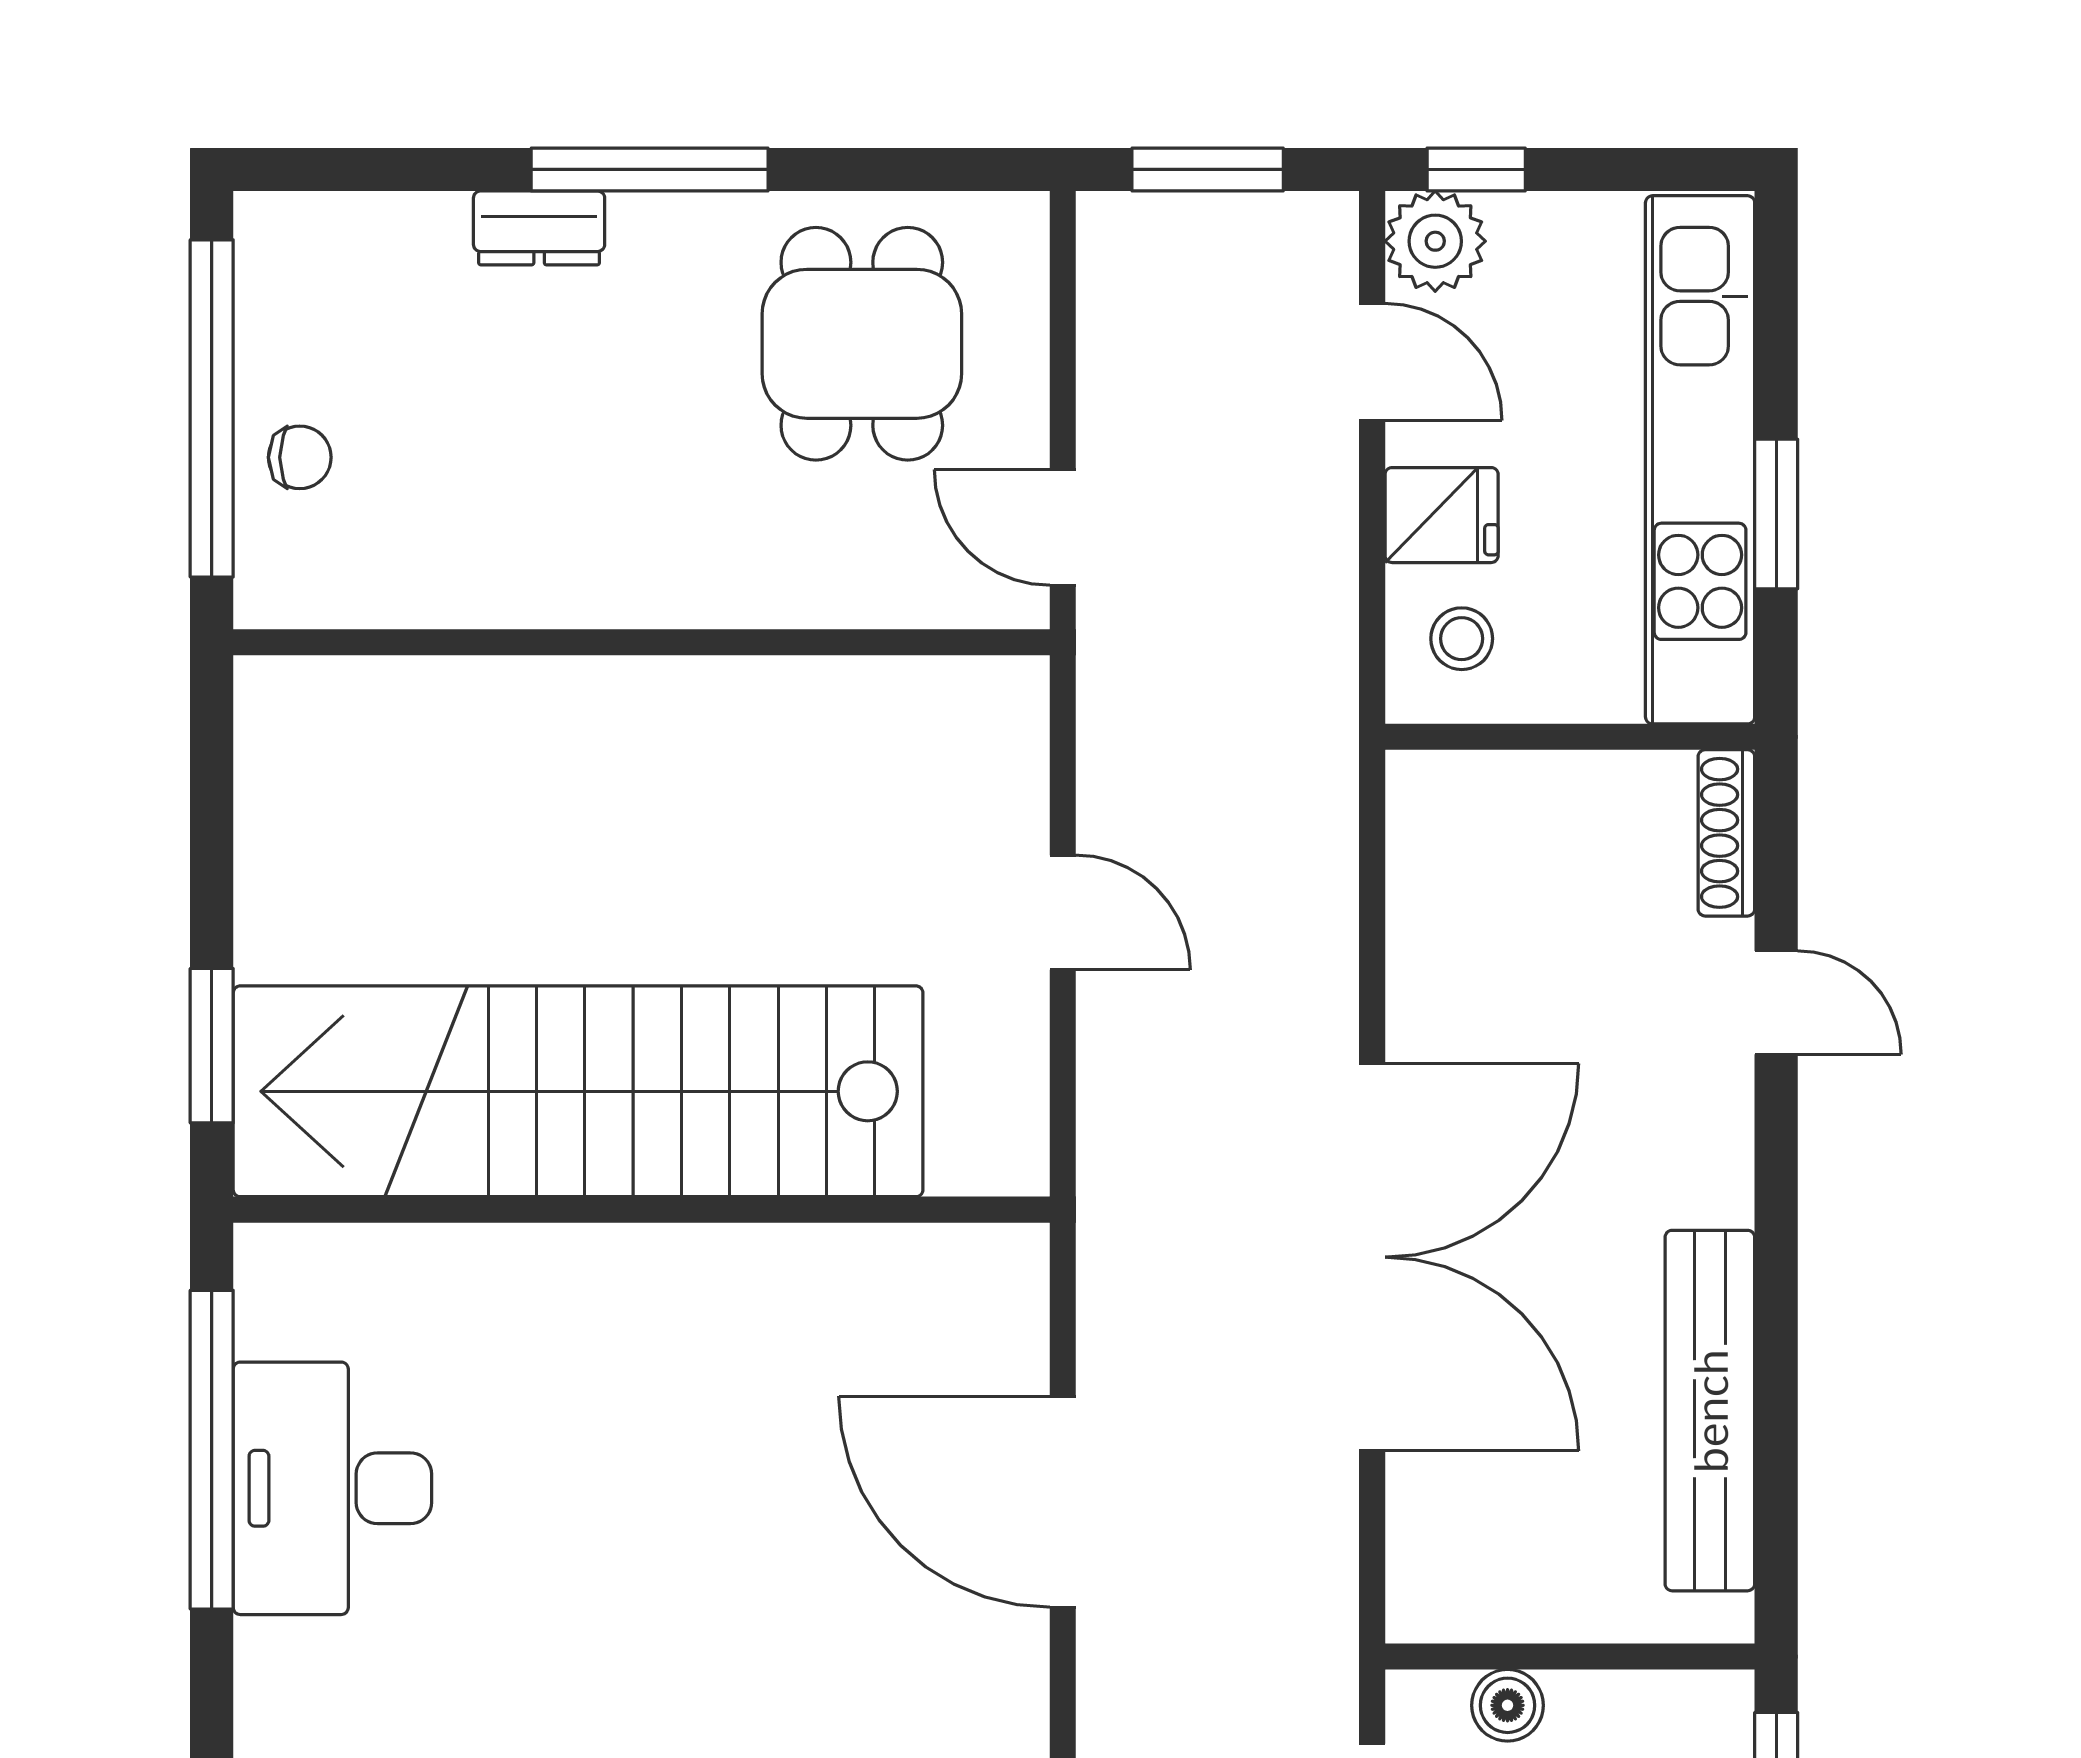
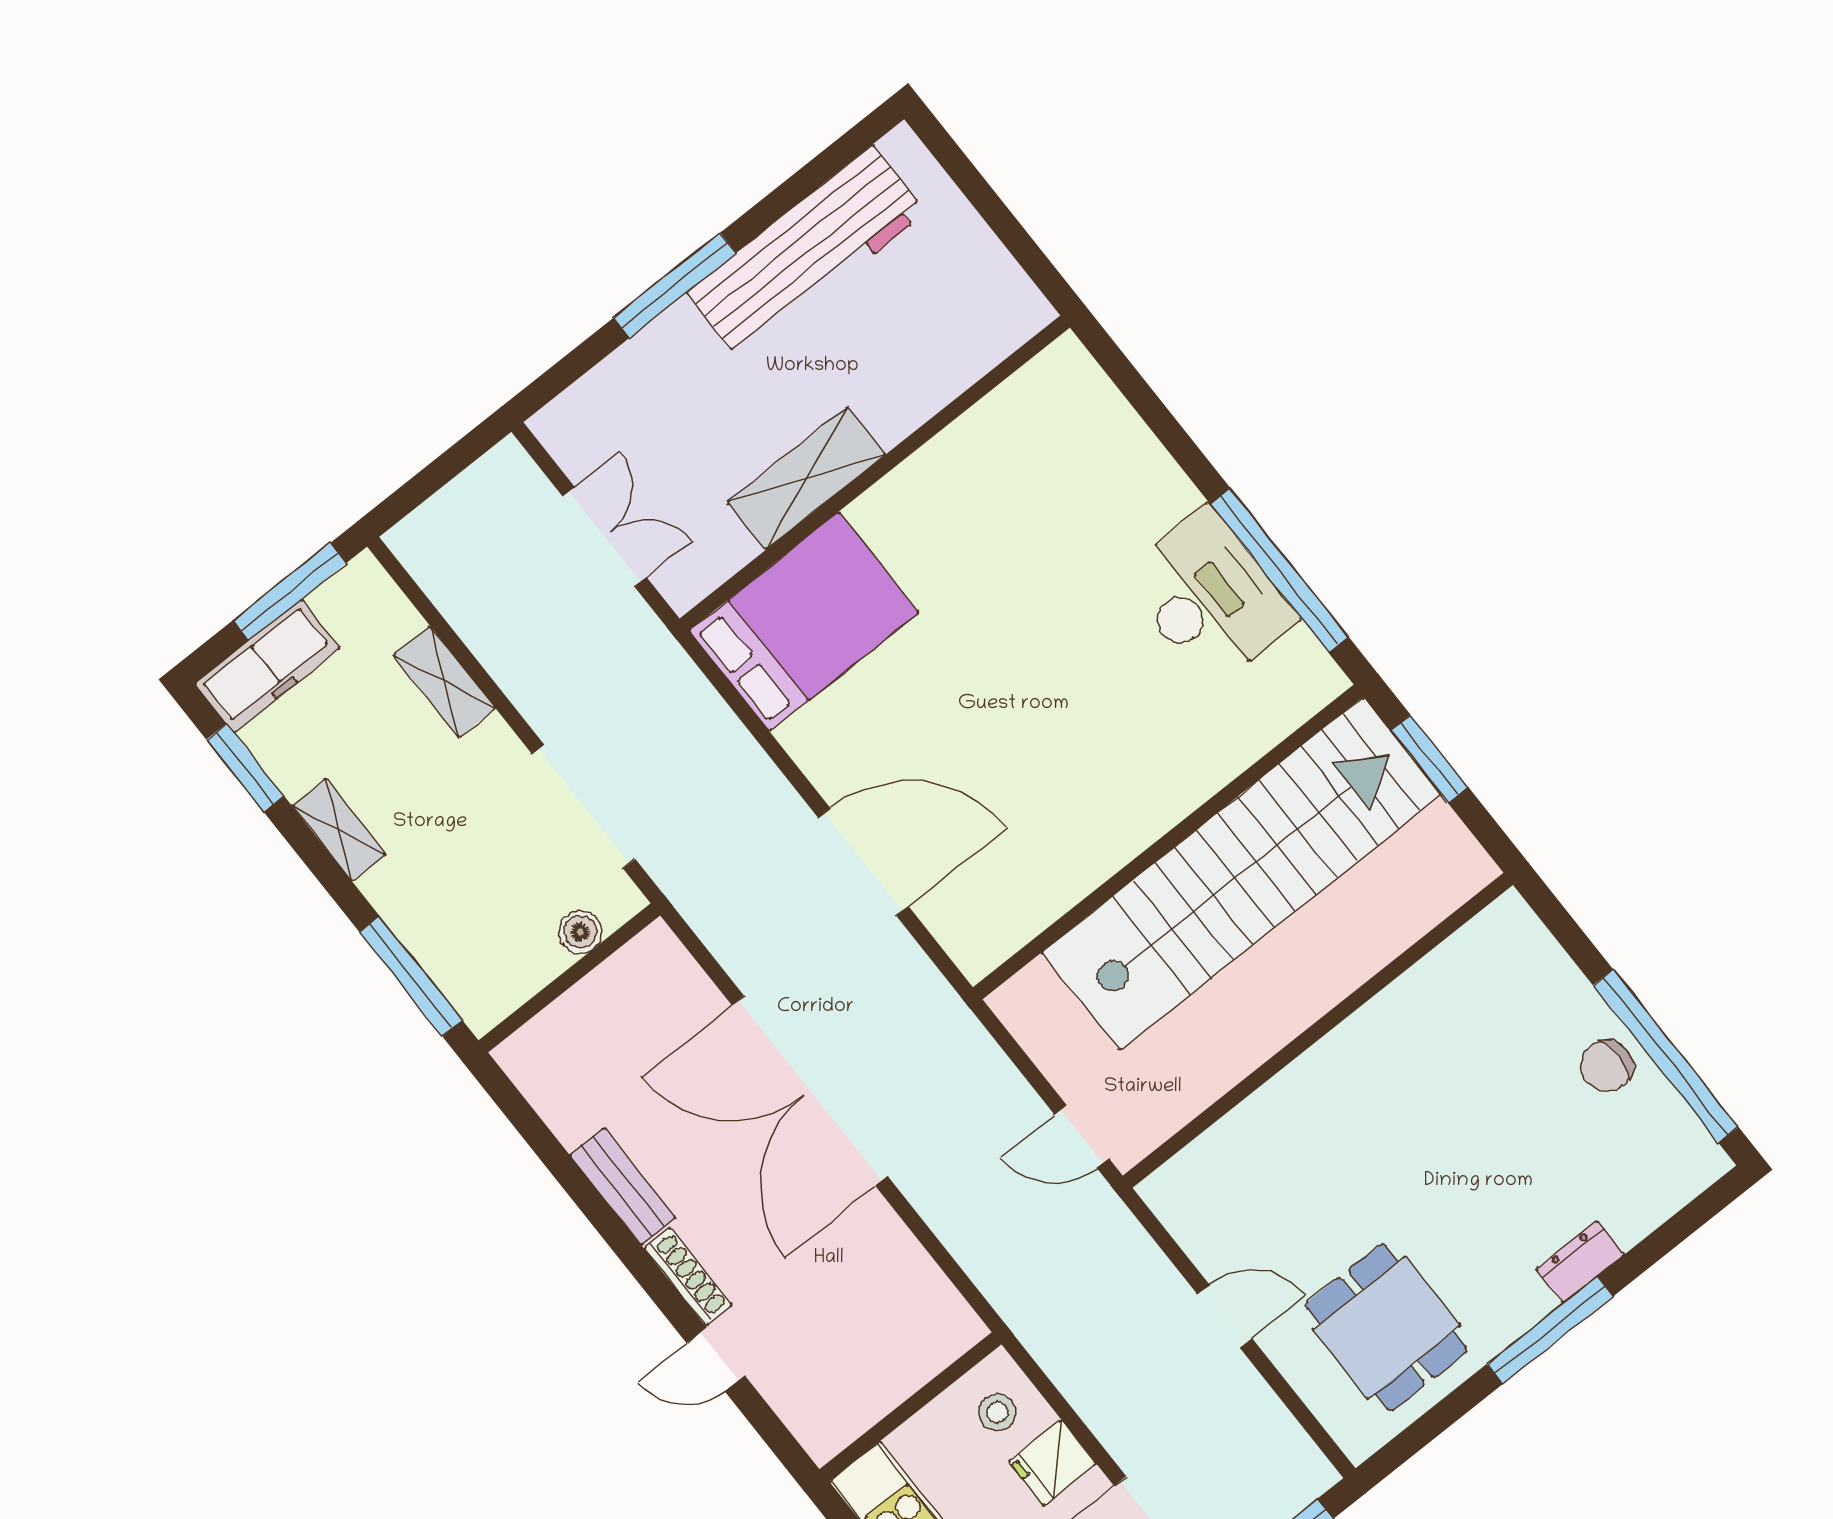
chair: (300, 457) -> (1607, 1066), width x1.37, depth x1.37
wall: (641, 642) -> (1318, 1030), moved
shoe rack: (1726, 833) -> (688, 1277), moved
bench: (1710, 1411) -> (623, 1186), width x0.54, depth x0.82

